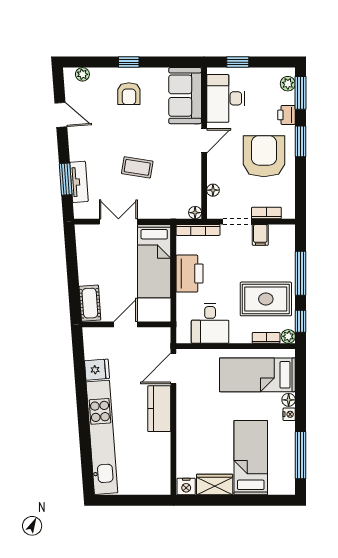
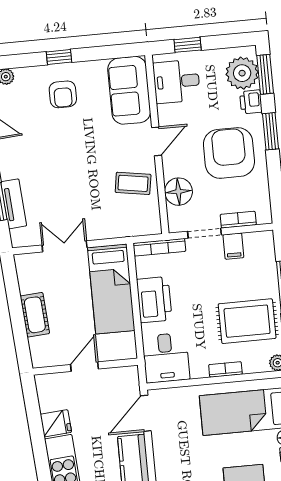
plant: (288, 84) -> (242, 73), width x1.87, depth x1.87
desk: (226, 98) -> (177, 81), width x0.73
coffee table: (137, 167) -> (133, 183), moved
floor lamp: (213, 190) -> (178, 192), width x1.89, depth x1.89
floor lamp: (195, 213) -> (154, 227), removed
cot: (90, 303) -> (35, 315), moved
desk: (210, 323) -> (166, 358), moved
bookcase: (266, 338) -> (225, 369), moved

